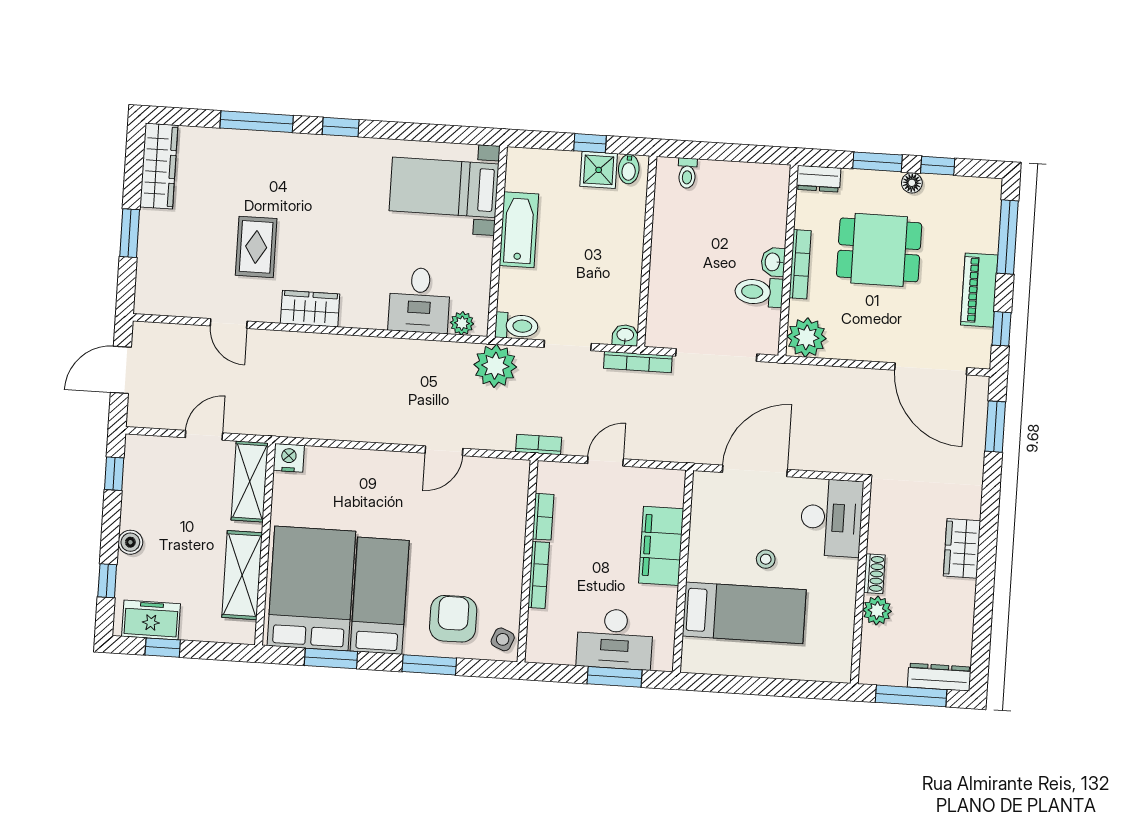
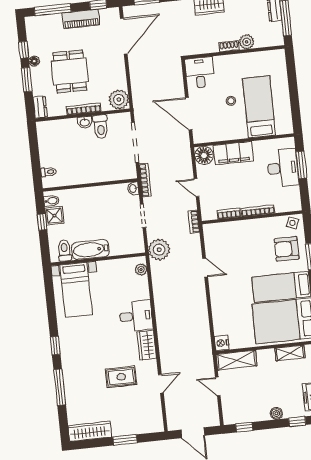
desk: (419, 300) -> (136, 316), moved
toilet: (516, 326) -> (64, 250), moved
floor lamp: (667, 487) -> (204, 155), added
desk: (832, 518) -> (200, 73), width x0.73
shelving: (242, 575) -> (290, 353), width x0.67, depth x0.75

